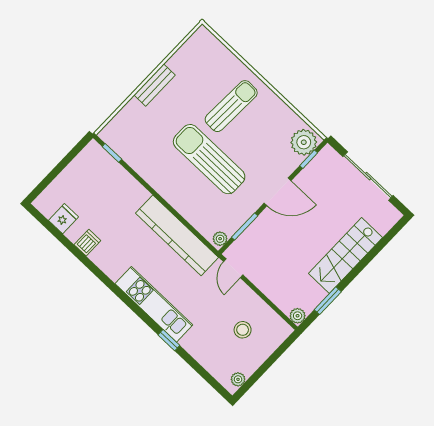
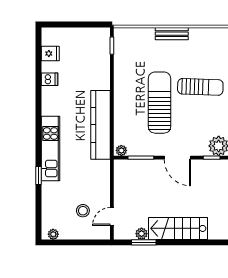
door: (233, 268) -> (112, 216), moved
plant: (298, 316) -> (141, 234), moved

